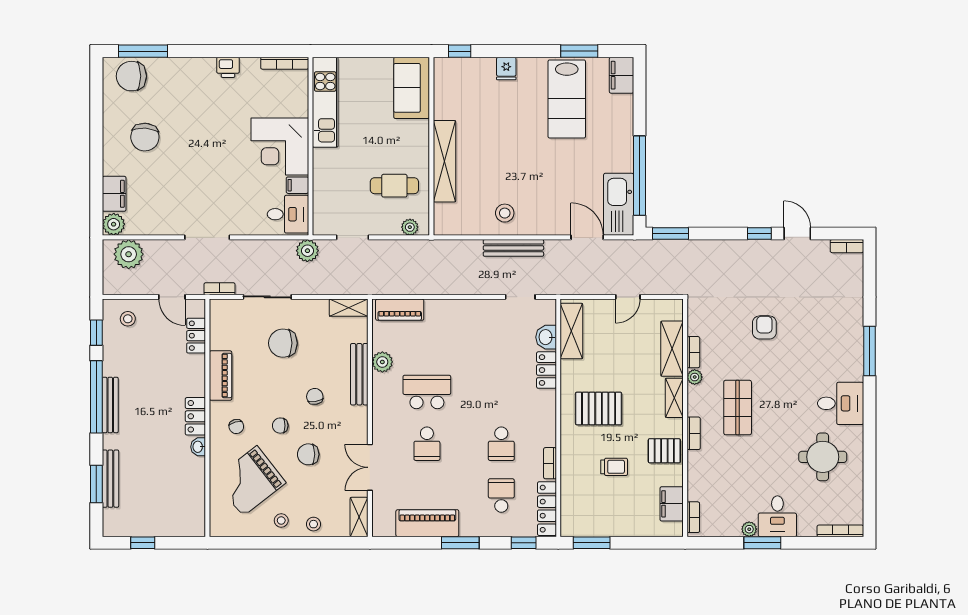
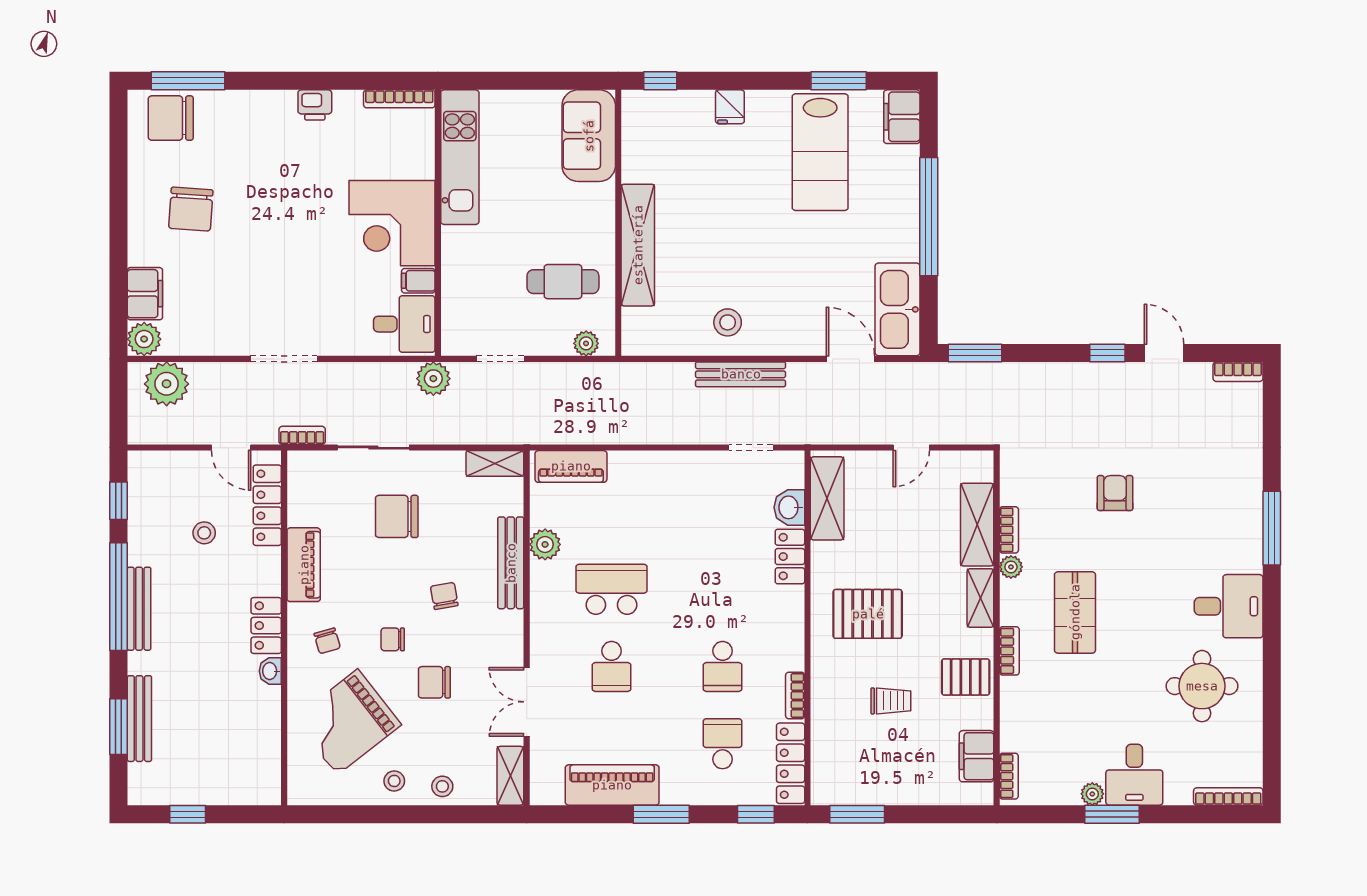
window: (640, 176) -> (929, 217), moved
stool: (128, 319) -> (204, 533), moved
locker: (196, 336) -> (267, 505), width x1.53

